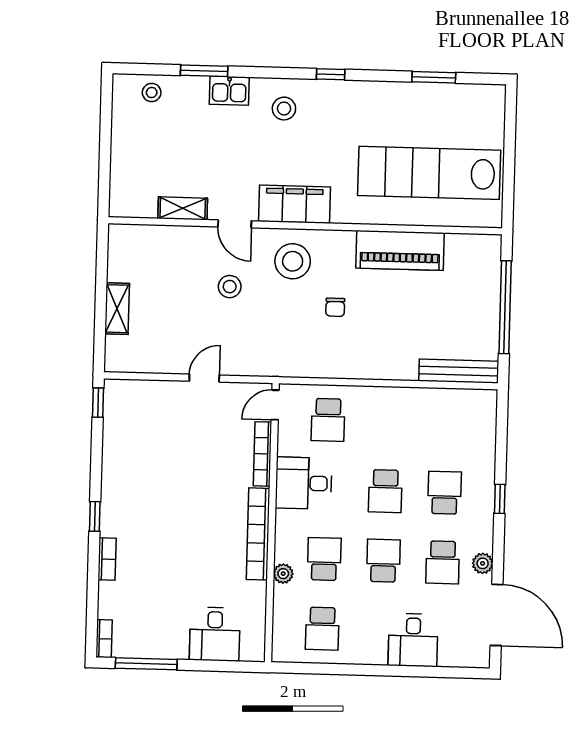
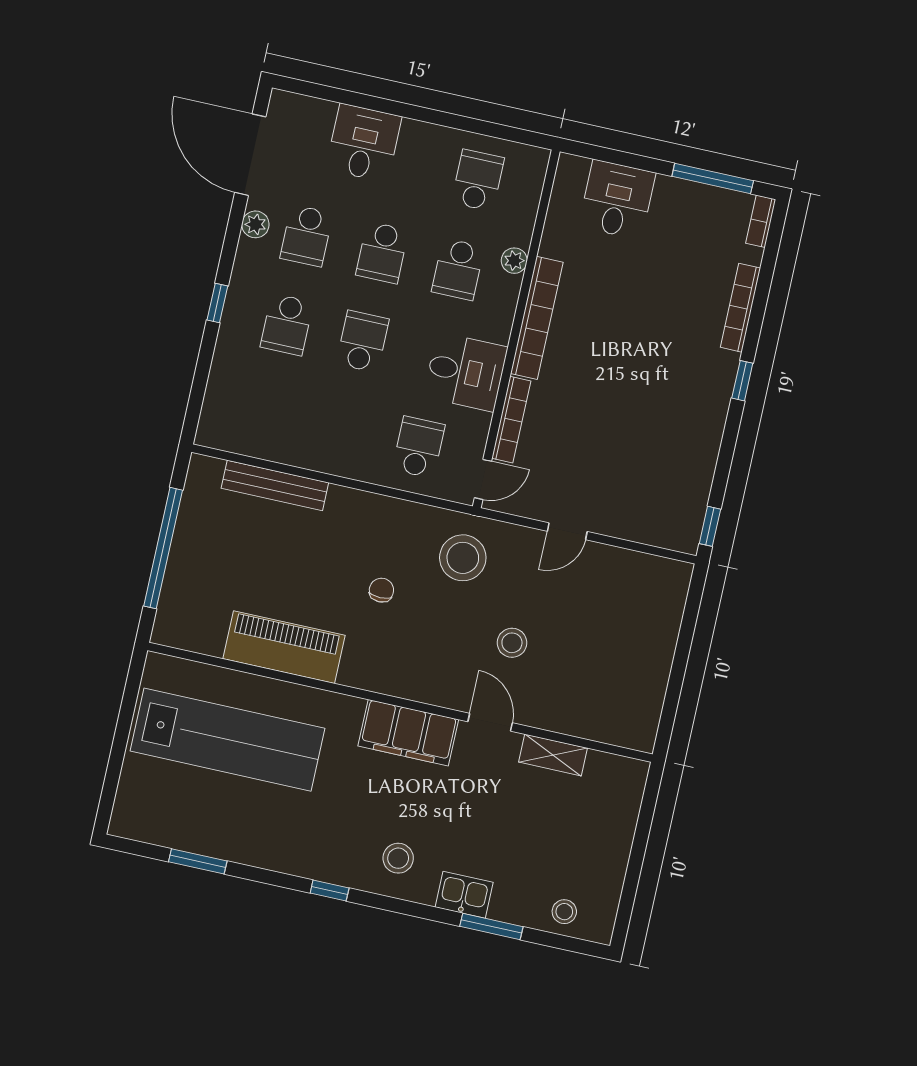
stool: (293, 261) -> (463, 558), moved
shelving: (117, 309) -> (662, 642), removed
bench: (459, 371) -> (275, 485), moved
bookcase: (107, 559) -> (740, 308), width x1.56
school desk: (443, 562) -> (307, 236), turned 180

